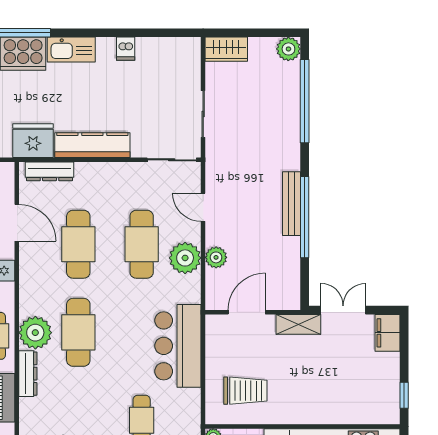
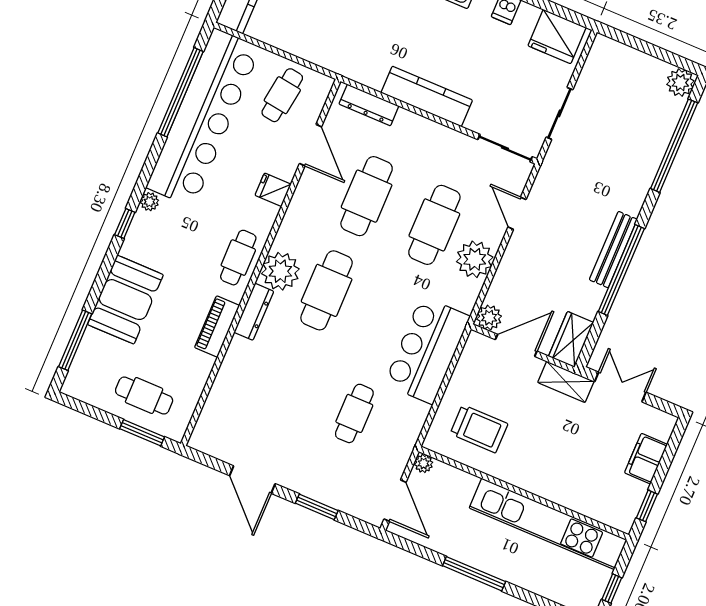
wardrobe: (226, 49) -> (571, 339), moved, turned 90
fridge: (33, 141) -> (557, 37), moved, turned 180
plant: (216, 257) -> (489, 318), moved
filing cabinet: (388, 333) -> (646, 459), moved

